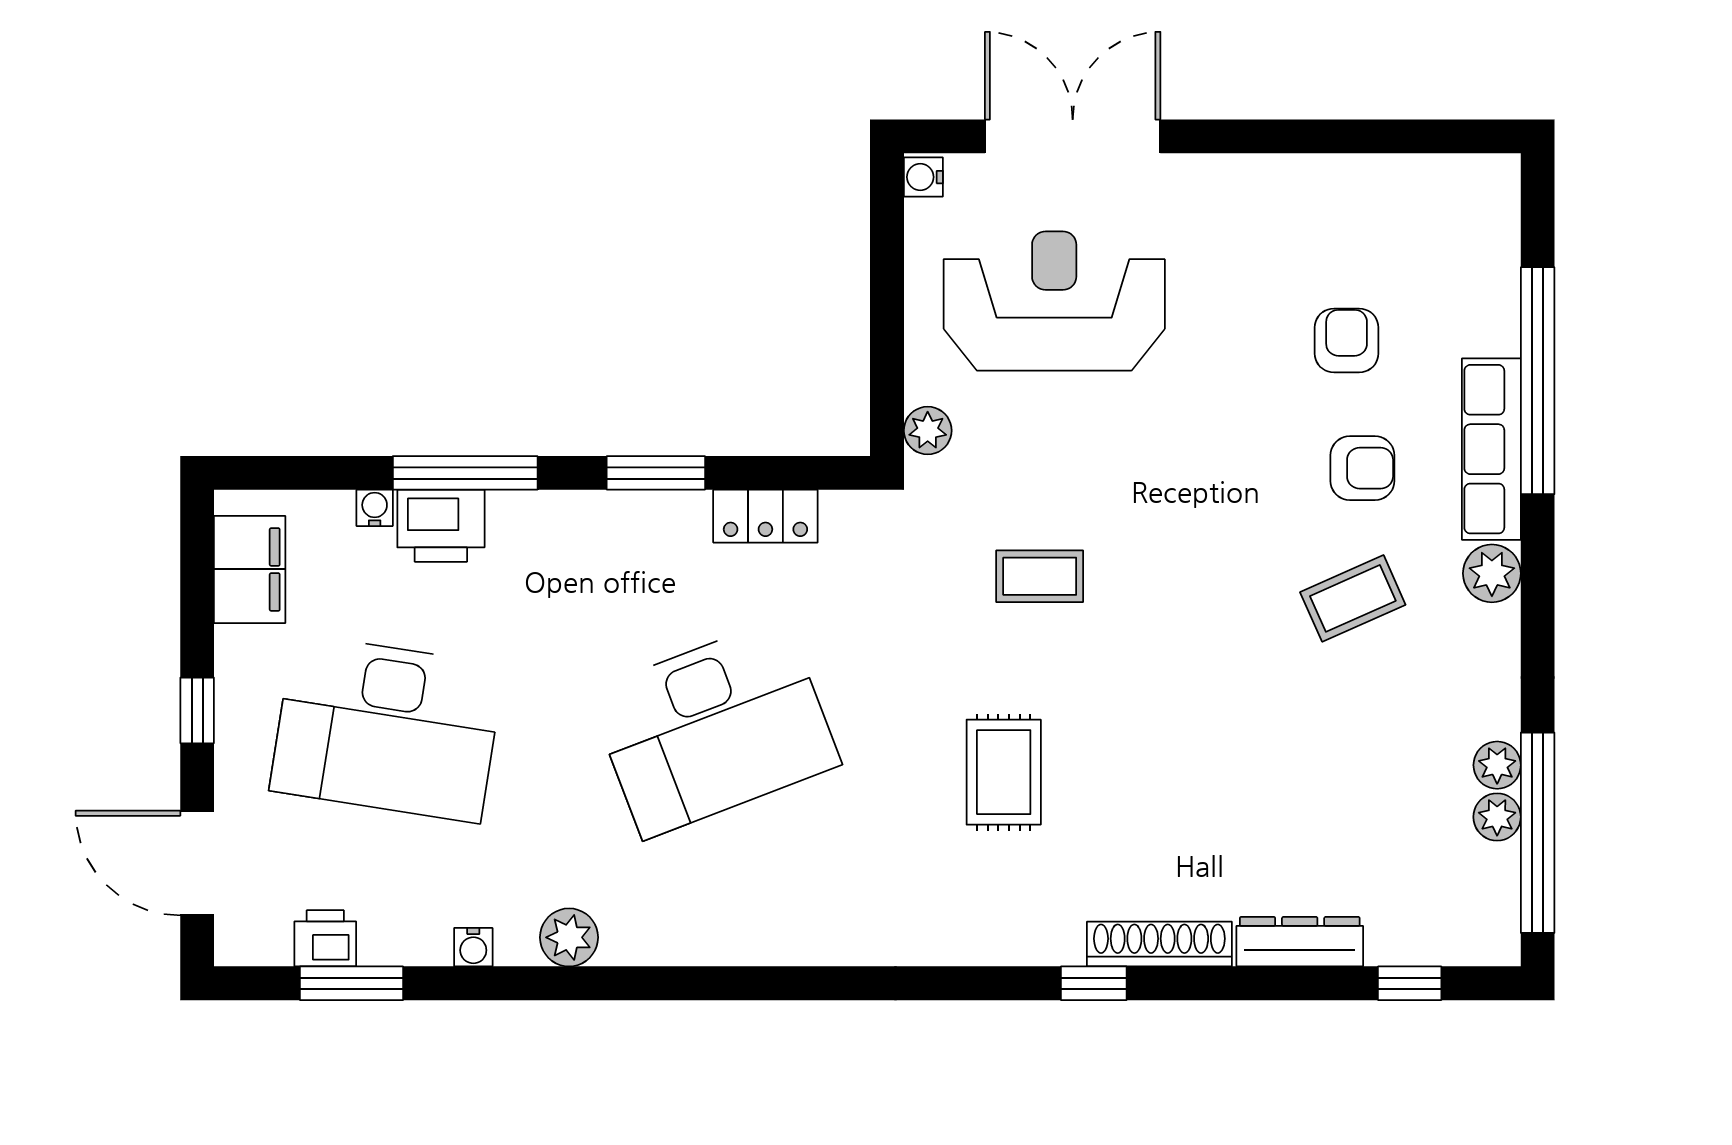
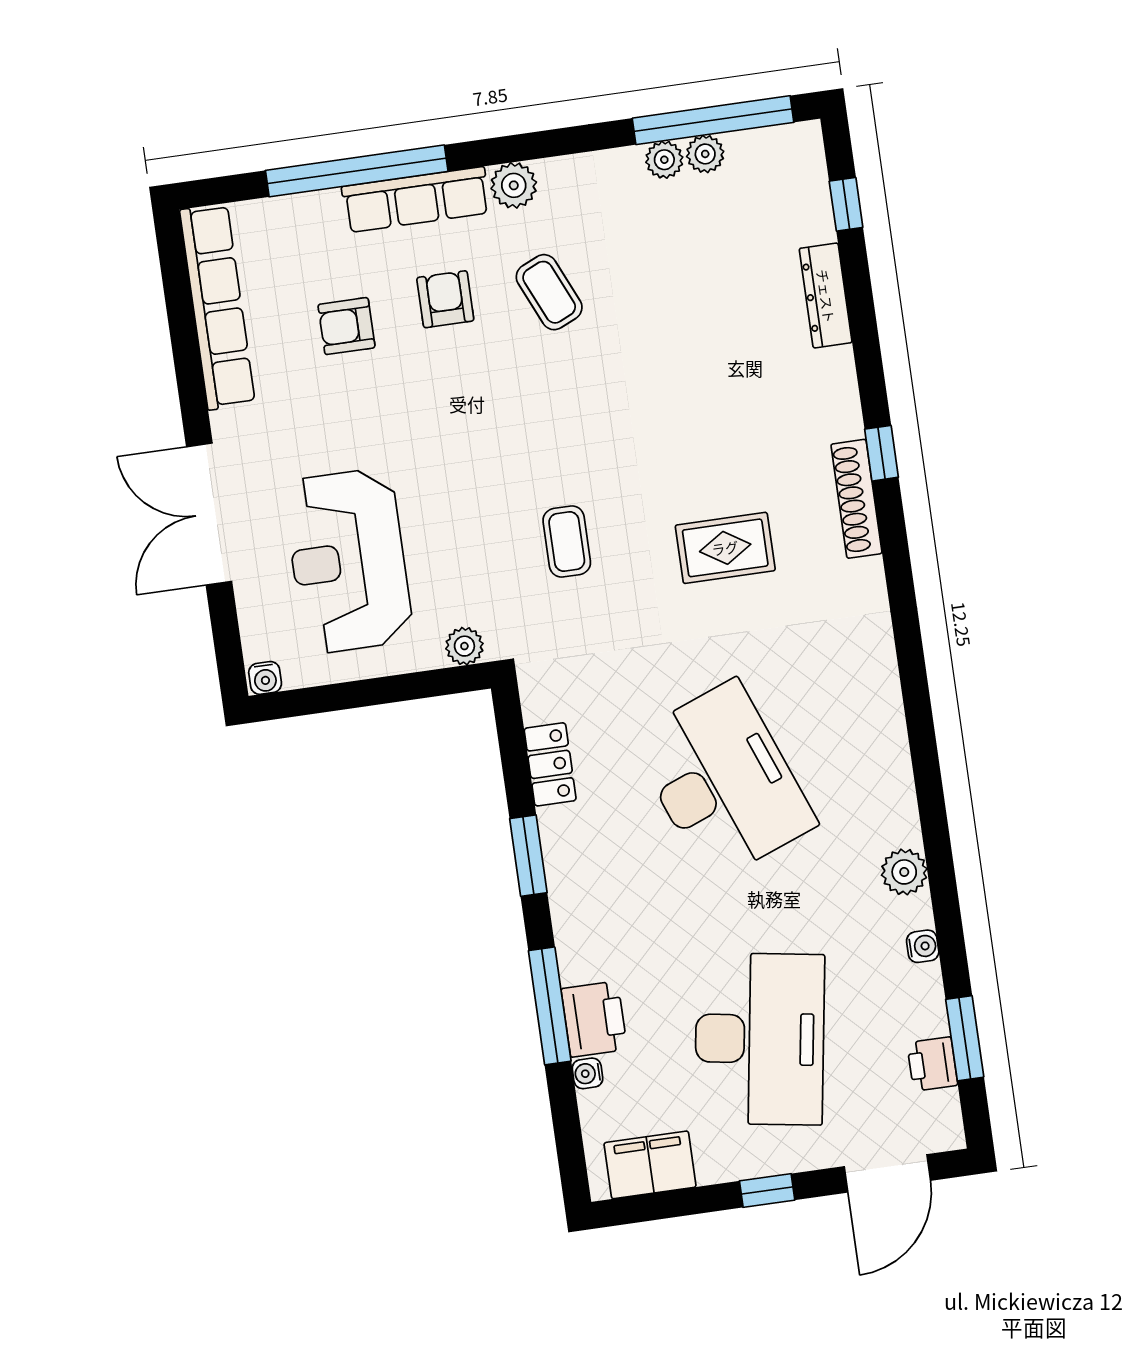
double door: (1073, 136) -> (209, 514), moved
row of seats: (1393, 183) -> (217, 307), added
shoe rack: (1159, 944) -> (856, 499), moved

